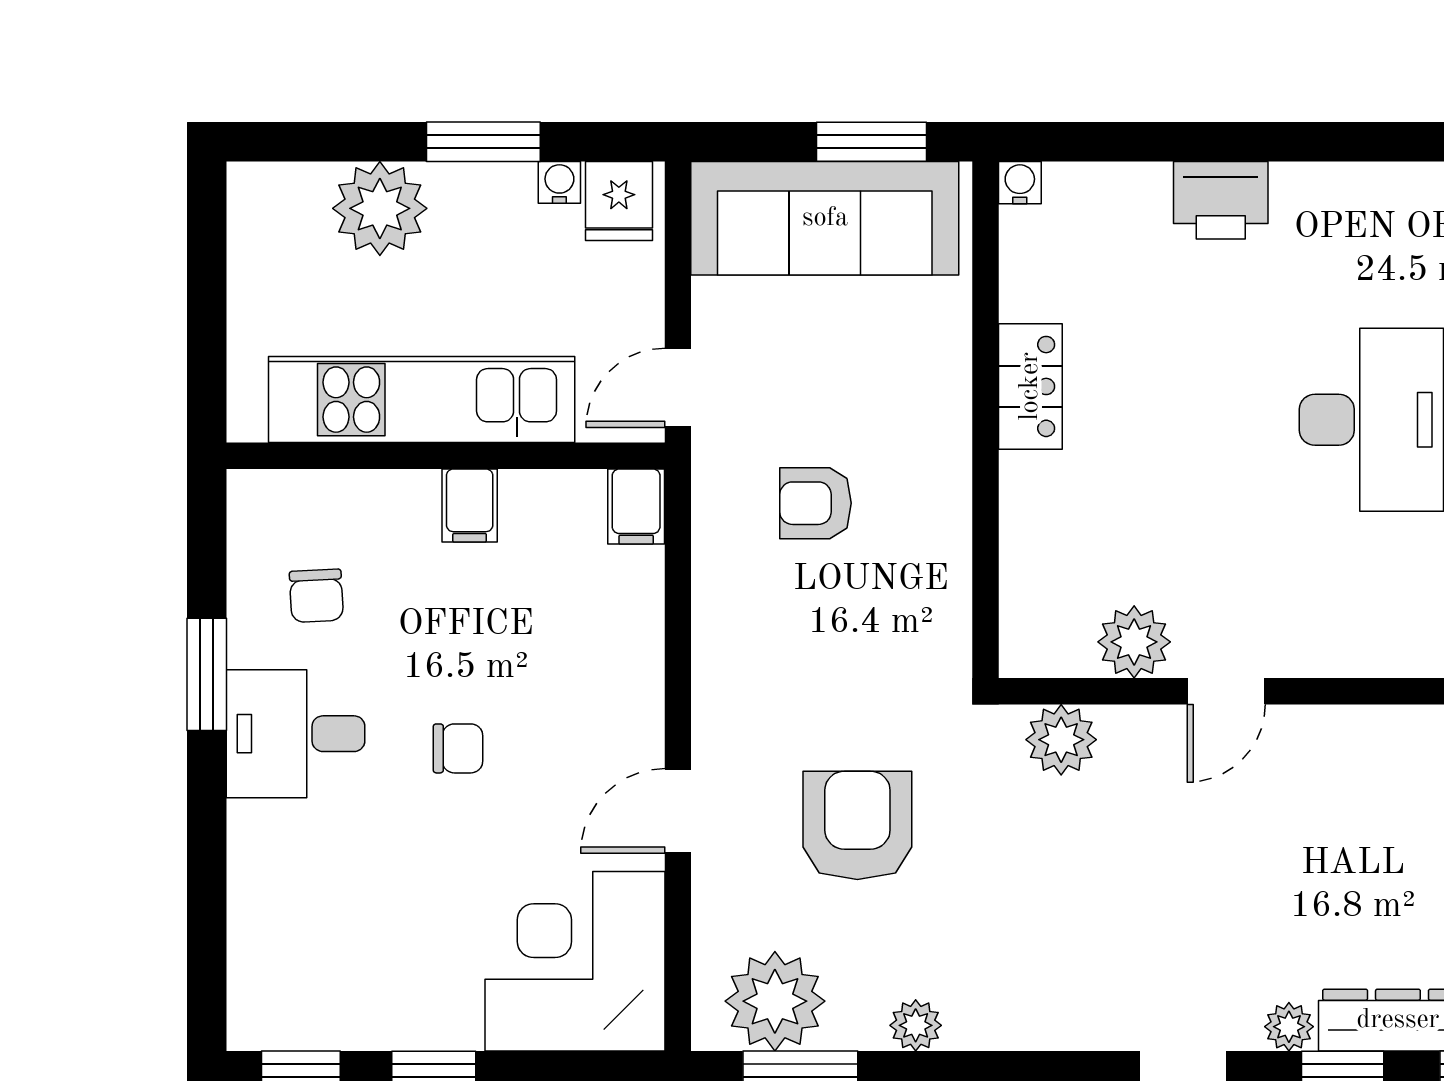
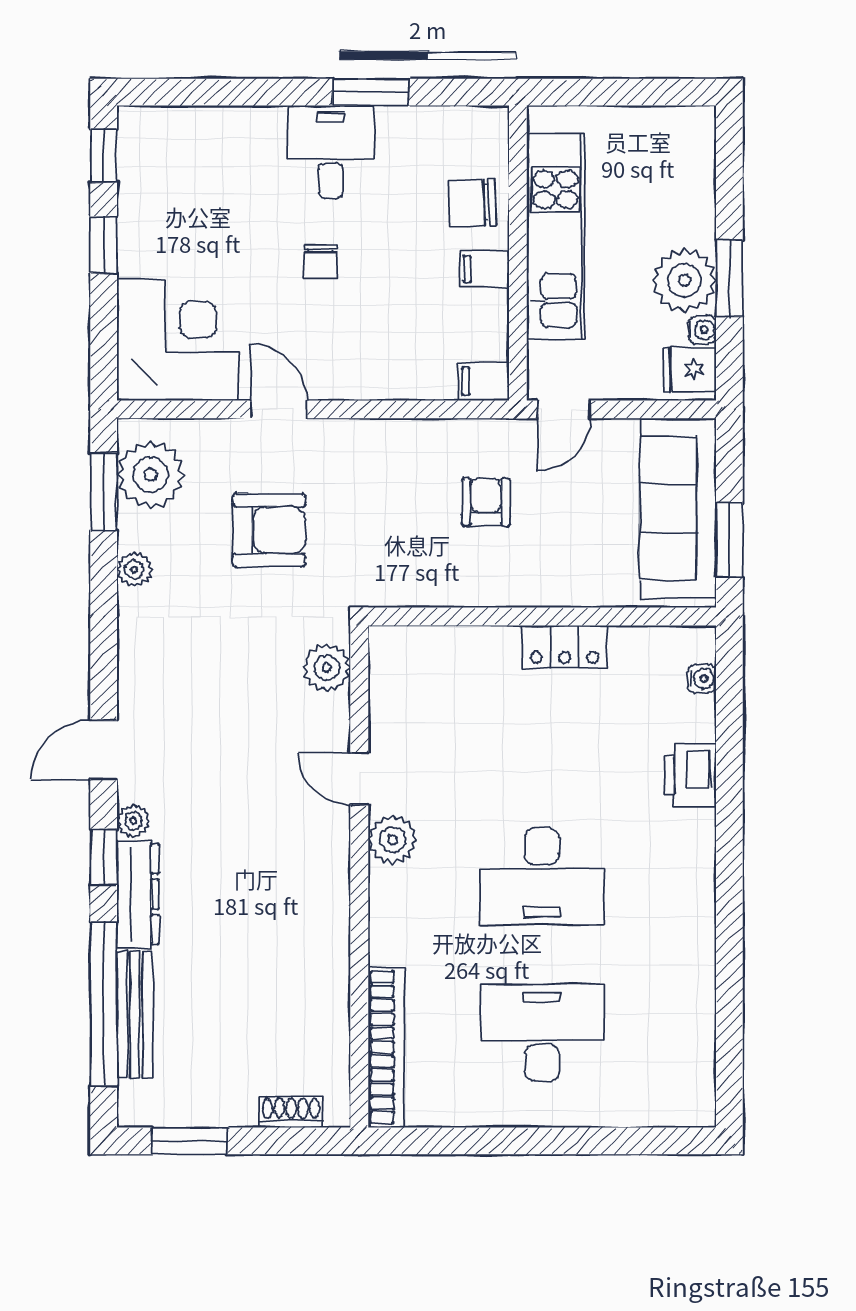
water cooler: (1020, 183) -> (702, 679), moved
plant: (380, 208) -> (684, 280), moved
door: (678, 388) -> (564, 409), swing flipped
chair: (316, 596) -> (472, 203), moved, width x1.37, depth x1.37
plant: (1134, 642) -> (392, 840), moved

